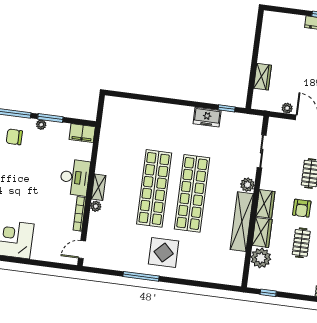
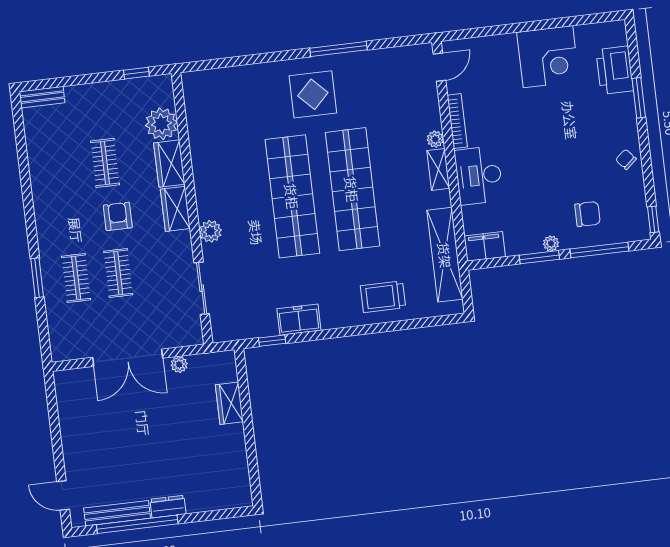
trolley: (152, 118) -> (383, 297), added
shelving: (242, 222) -> (445, 255), moved

